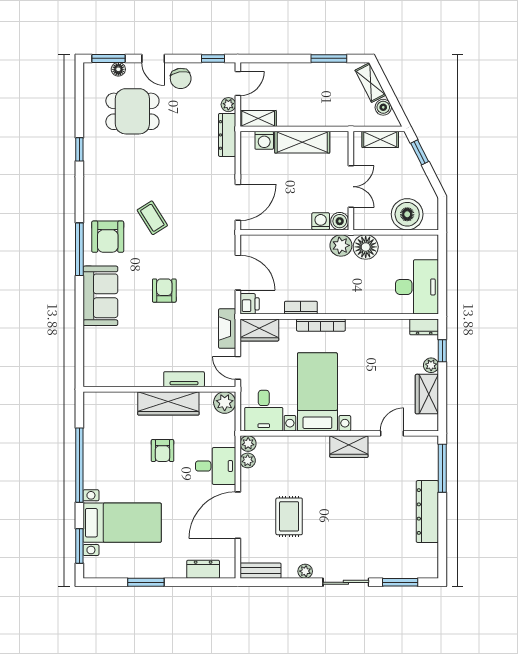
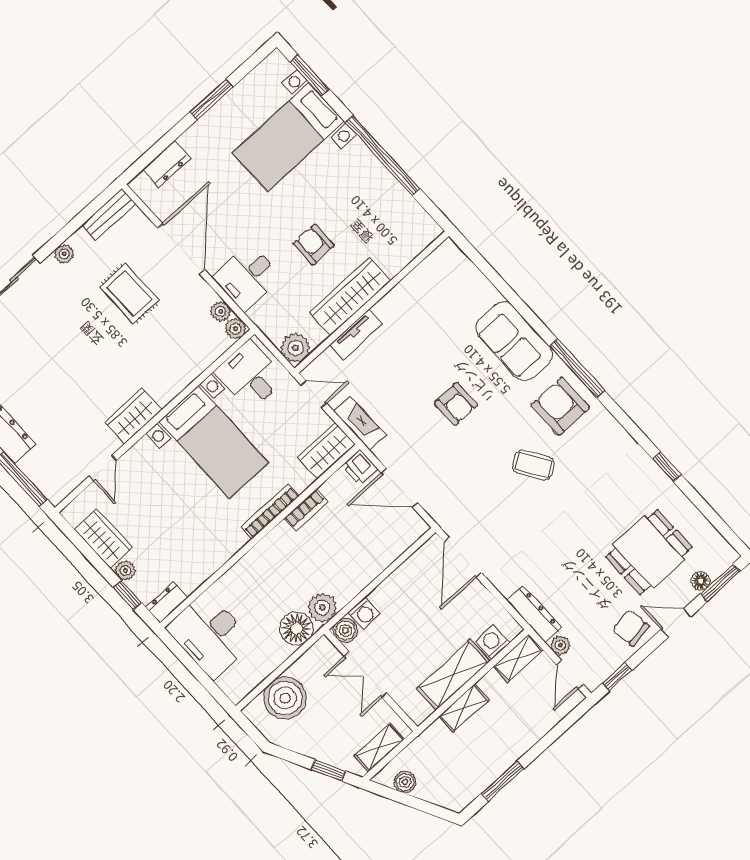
shelving: (370, 83) -> (464, 708), moved, turned -63

